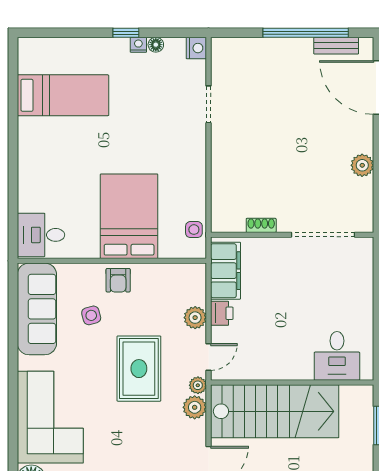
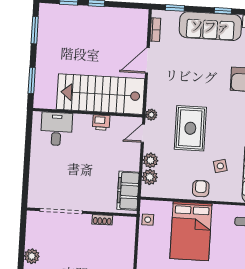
printer: (222, 313) -> (101, 123), moved, turned -90
plant: (195, 407) -> (150, 177), moved

